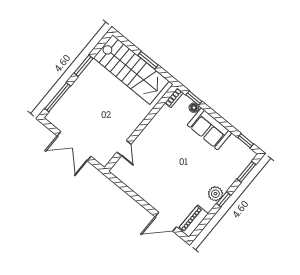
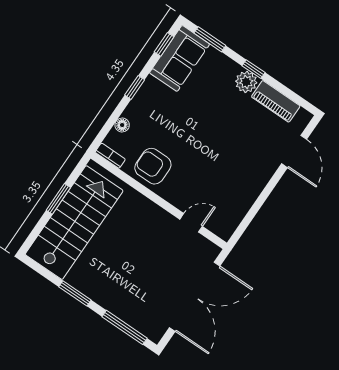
window: (194, 98) -> (135, 87), moved
armchair: (164, 126) -> (153, 166), added
sofa: (209, 129) -> (180, 58), moved
double door: (74, 146) -> (195, 297), width x1.36
piano: (193, 221) -> (276, 101), moved

